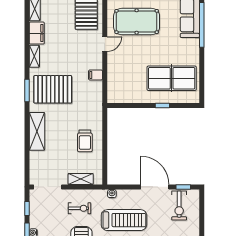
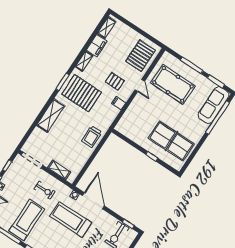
door: (105, 44) -> (140, 85), hinge flipped
pallet: (78, 56) -> (115, 81), added
trolley: (85, 141) -> (92, 137), moved
door: (155, 187) -> (93, 201), moved
treadmill: (124, 220) -> (71, 219), turned 180

